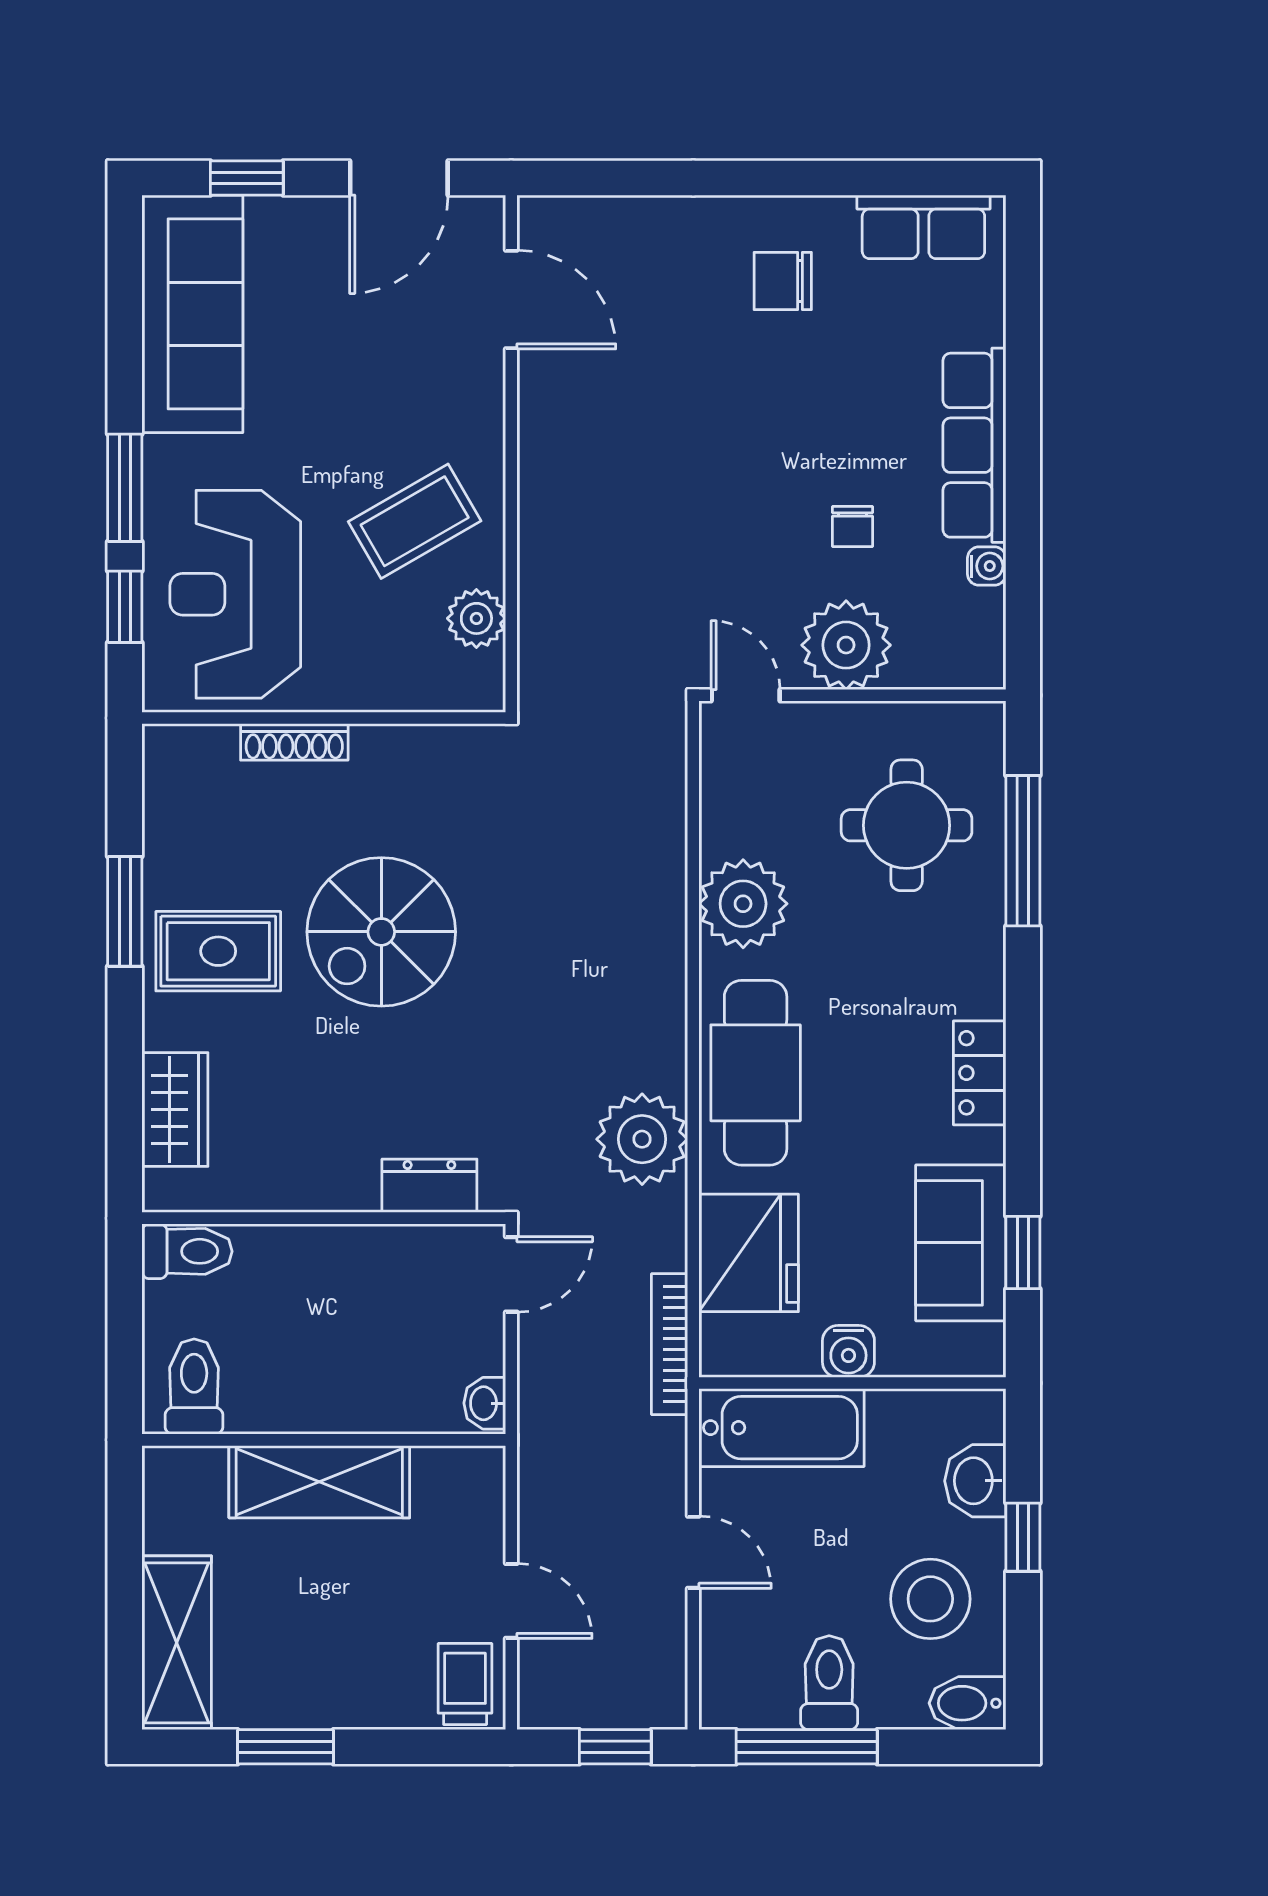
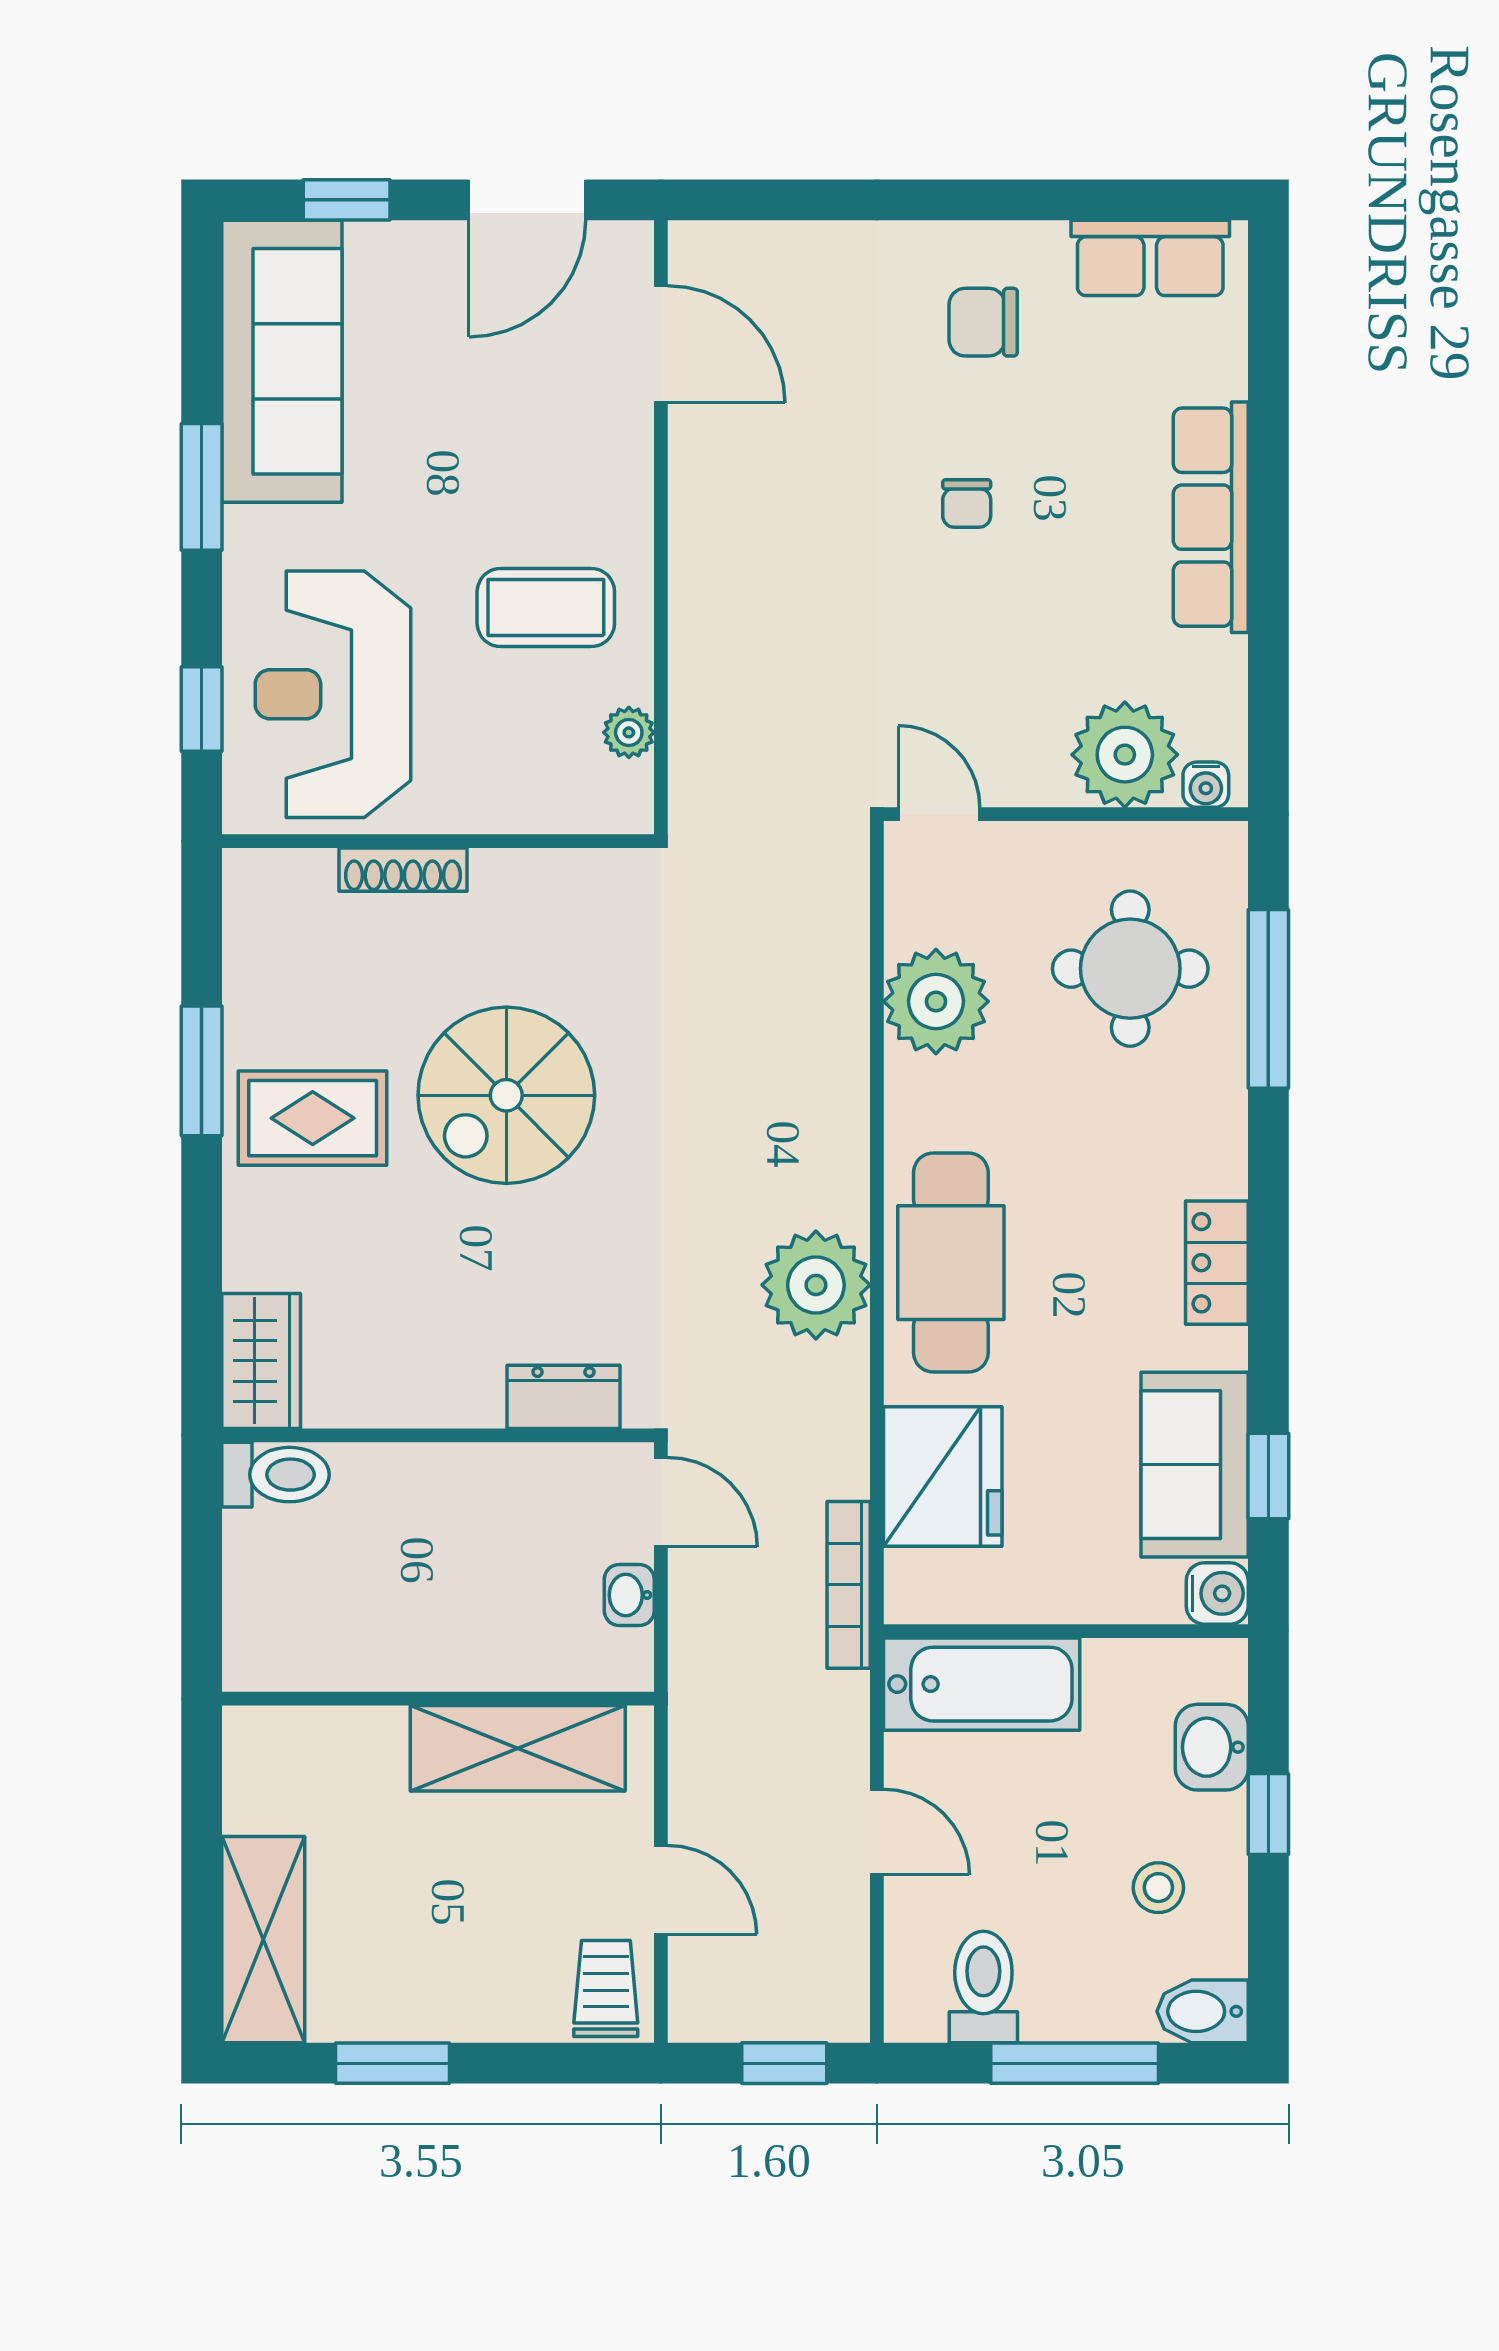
window: (125, 488) -> (202, 487), moved
coffee table: (415, 521) -> (546, 608), turned 30
chair: (853, 527) -> (967, 503), moved
water cooler: (987, 566) -> (1206, 785), moved, turned 90
plant: (476, 618) -> (629, 732), width x0.73, depth x0.73
plant: (846, 645) -> (1125, 755), moved
plant: (743, 904) -> (936, 1001), moved
wardrobe: (175, 1110) -> (261, 1361), moved
plant: (642, 1139) -> (816, 1285), moved
door: (511, 1274) -> (661, 1502), hinge flipped
water cooler: (848, 1351) -> (1217, 1593), moved, turned -90
toilet: (194, 1387) -> (284, 1635), removed
washbasin: (485, 1403) -> (629, 1595), moved
shelving: (319, 1482) -> (518, 1748), moved
stool: (930, 1599) -> (1158, 1888), width x0.53, depth x0.53
toilet: (829, 1683) -> (983, 1987), moved
window: (807, 1747) -> (1075, 2063), moved

